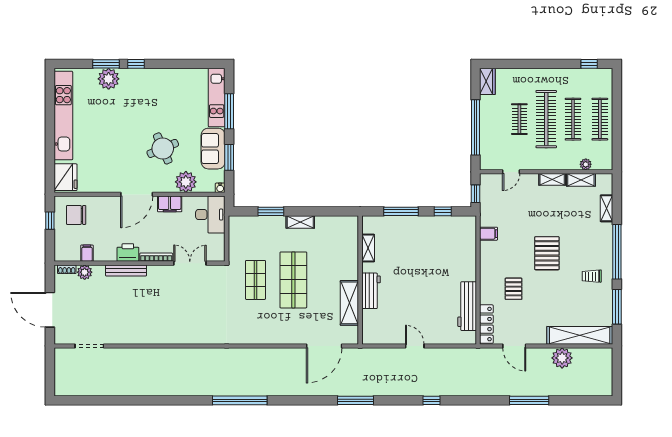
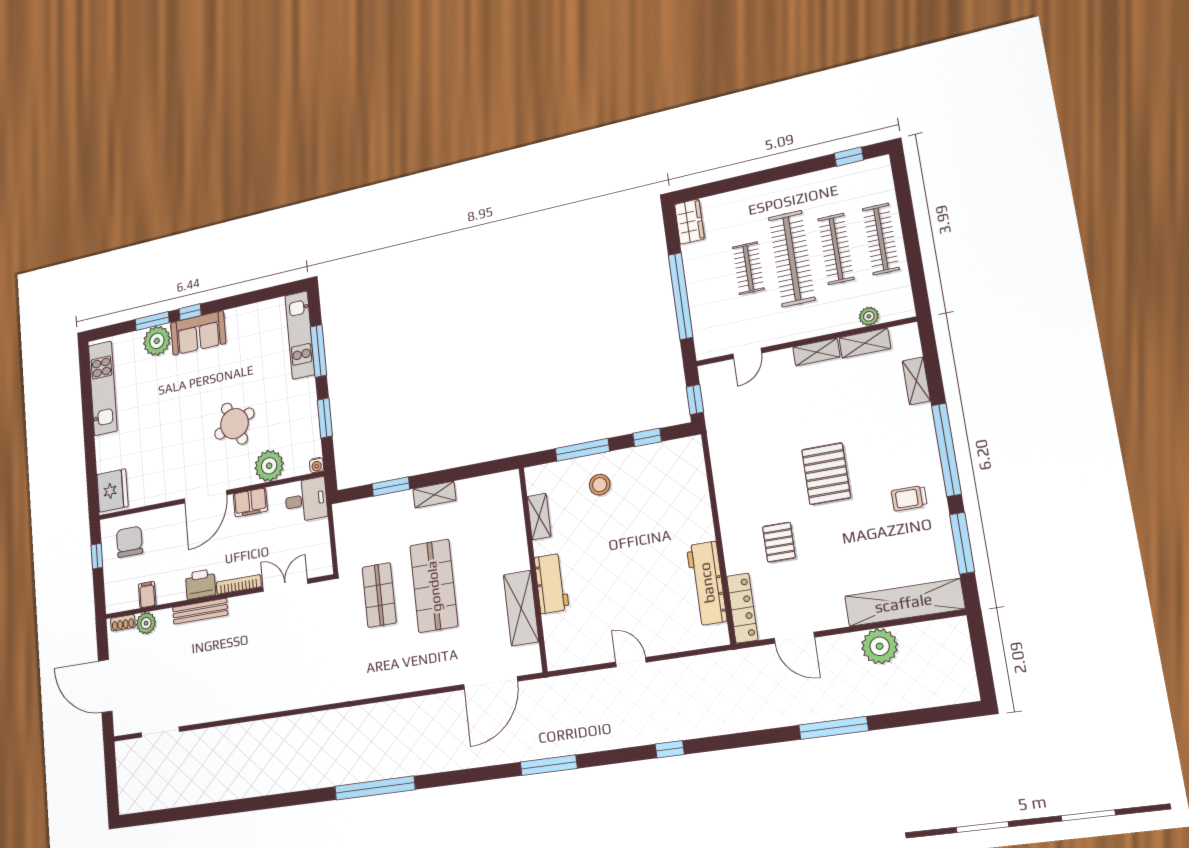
kitchen unit: (63, 116) -> (103, 388), width x0.73
sofa: (213, 149) -> (198, 333), moved, turned -90
chair: (76, 215) -> (129, 542), turned 90
desk: (210, 215) -> (306, 500), width x0.73
filing cabinet: (489, 234) -> (725, 459), removed
stool: (409, 235) -> (600, 485), added

